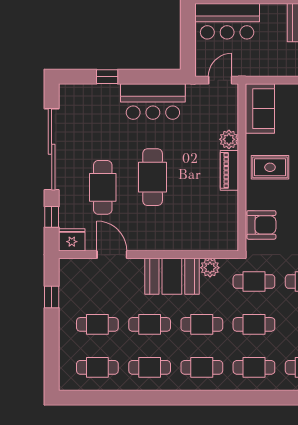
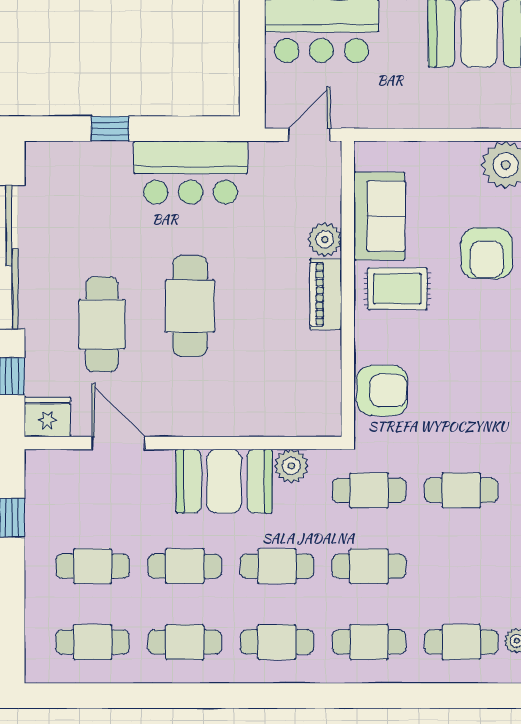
sofa: (260, 109) -> (379, 216), moved

